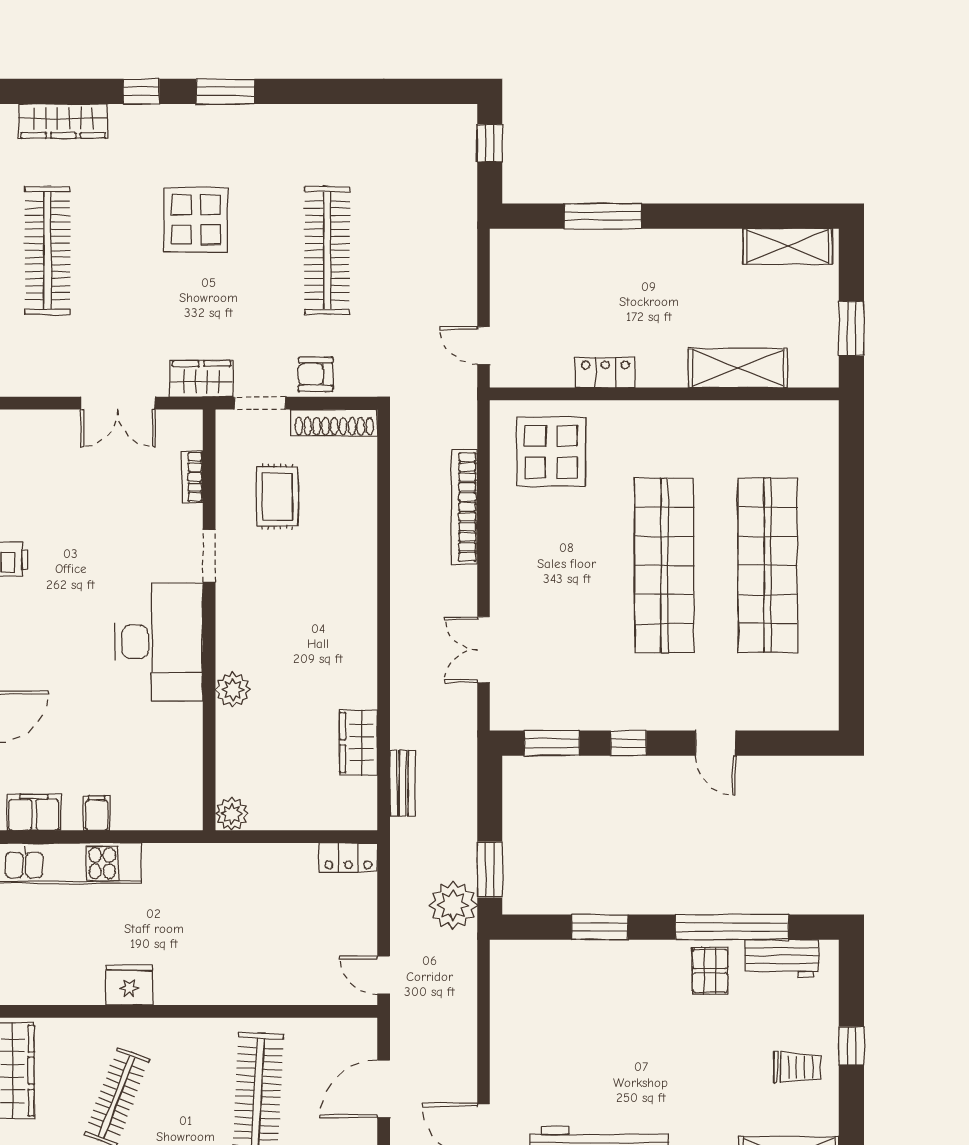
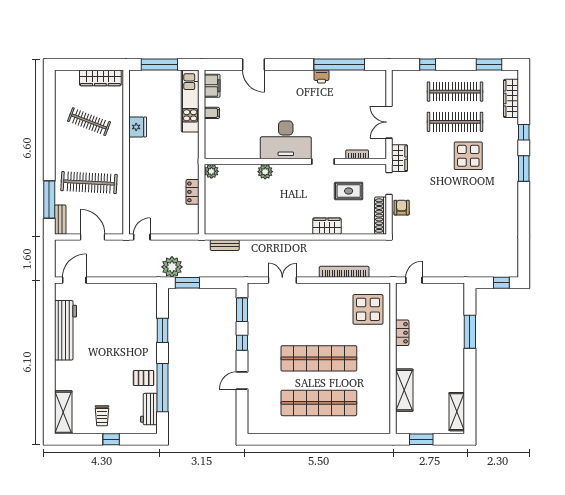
clothes rail: (327, 250) -> (455, 122), moved
wardrobe: (358, 742) -> (327, 226), moved
locker: (348, 858) -> (193, 192), moved

